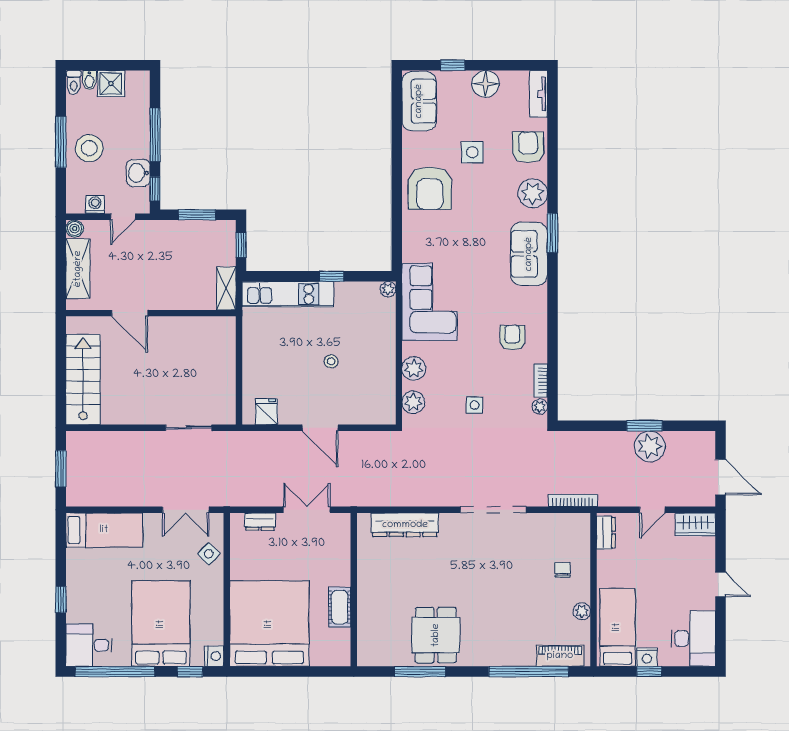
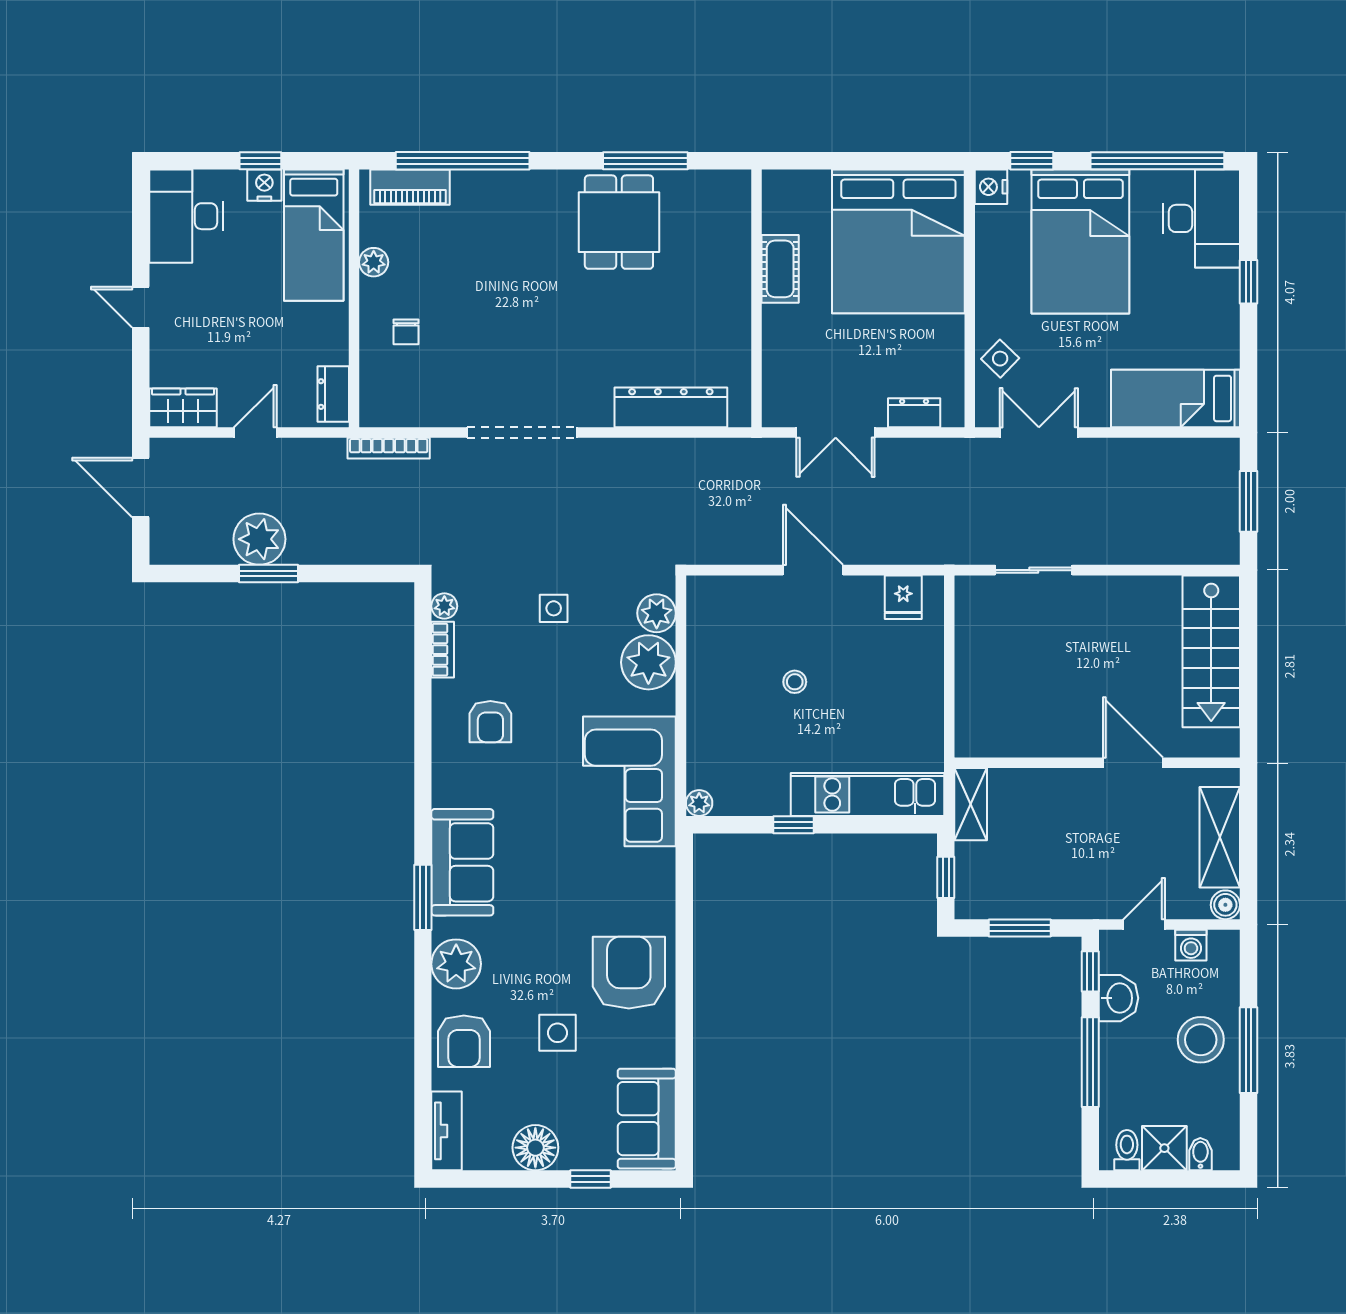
toilet: (74, 82) -> (1127, 1150), moved
plant: (414, 369) -> (648, 662), width x1.36, depth x1.36
desk: (89, 645) -> (1201, 218), width x1.37

